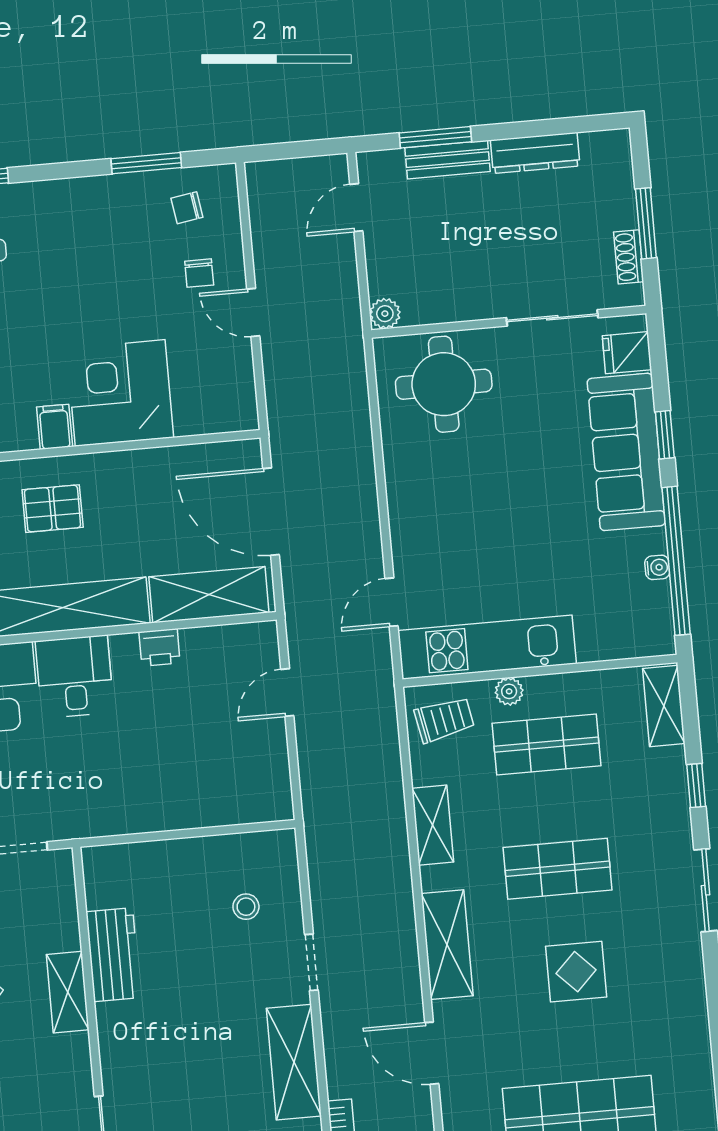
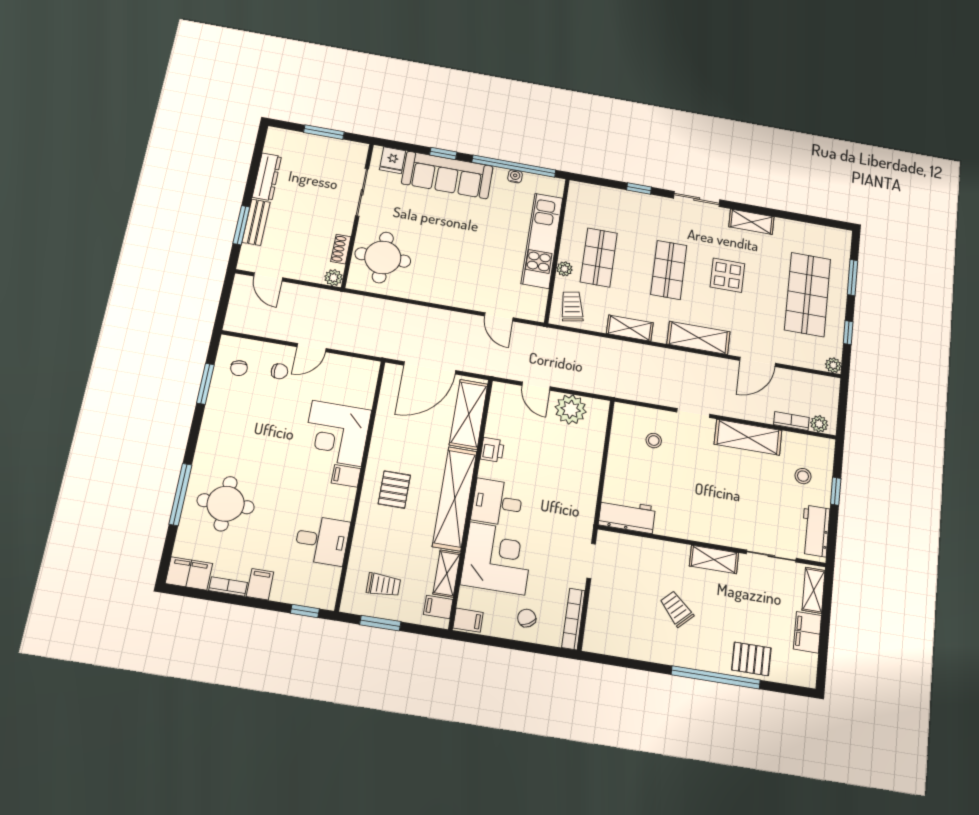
shoe rack: (629, 257) -> (341, 249), moved, turned 90
kitchen unit: (487, 647) -> (542, 241), moved
shelving: (664, 706) -> (751, 222), moved
plant: (263, 758) -> (571, 409), added
workbench: (113, 955) -> (627, 516), moved
shelving: (68, 992) -> (714, 559), moved

